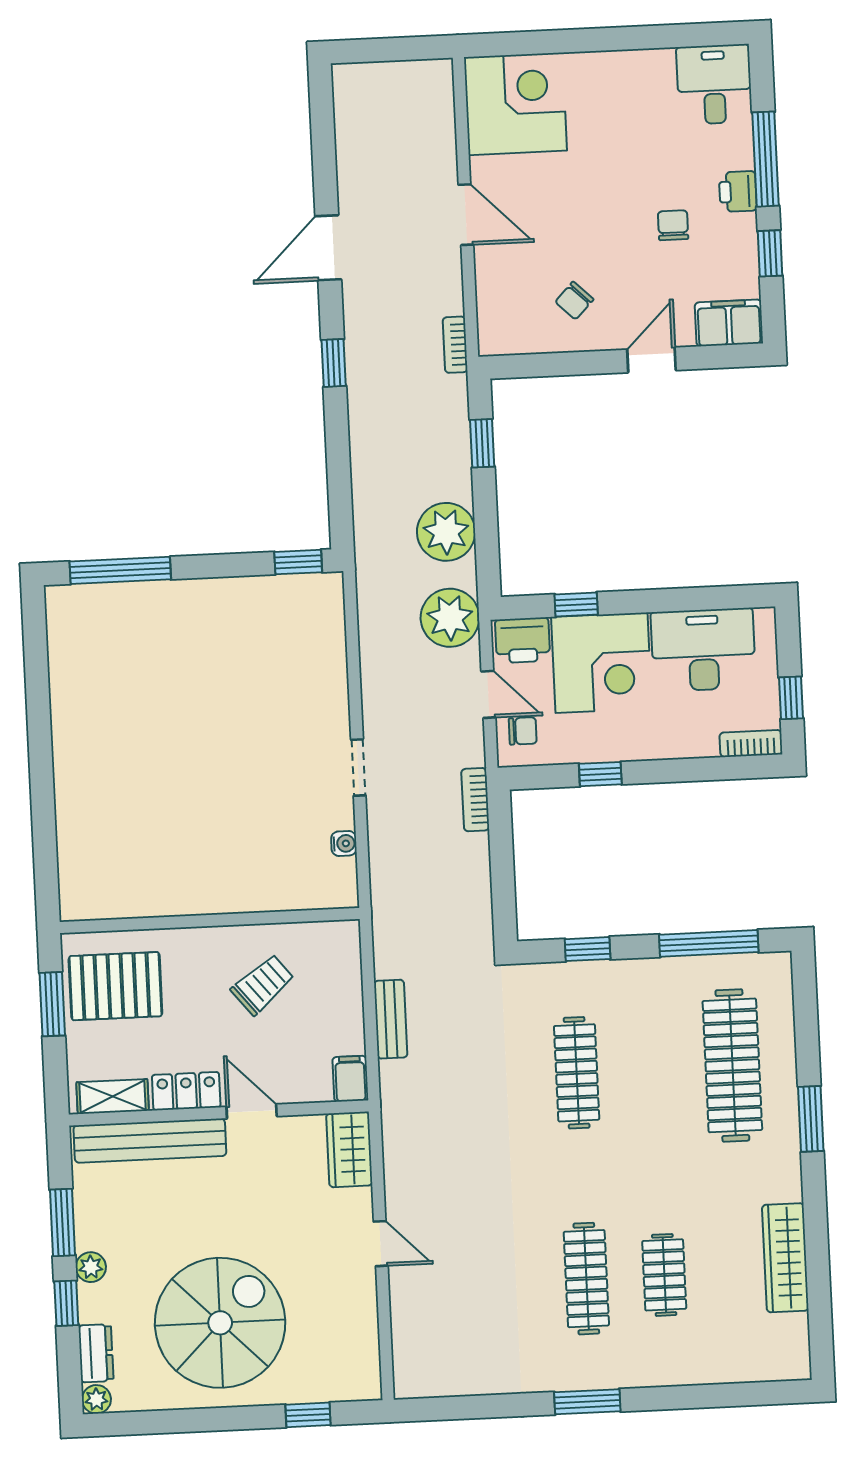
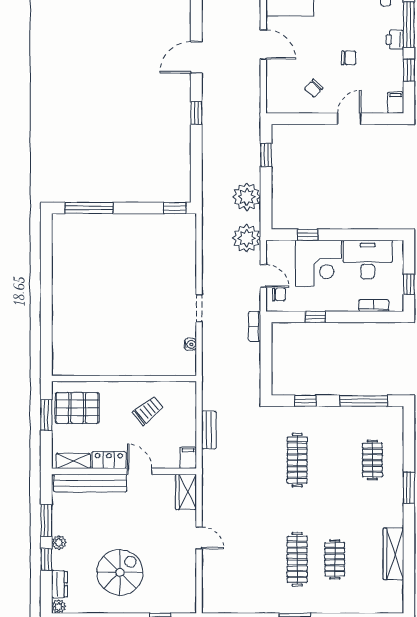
chair: (673, 225) -> (349, 58), moved, turned 90
filing cabinet: (729, 323) -> (396, 103), width x0.50
bookcase: (455, 345) -> (255, 107), removed
printer: (523, 640) -> (281, 251), removed
bookcase: (751, 743) -> (374, 306), moved
clothes rail: (732, 1065) -> (372, 460), width x0.54, depth x0.76
spiral stairs: (220, 1323) -> (120, 572), width x0.73, depth x0.73

